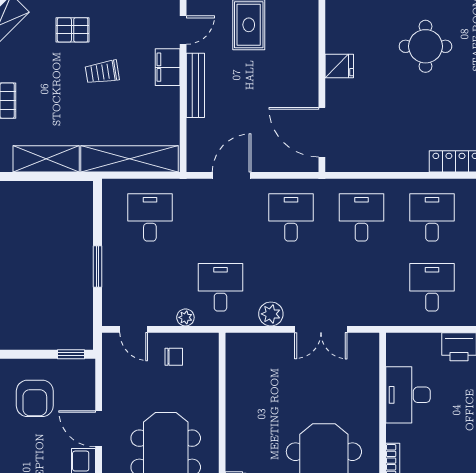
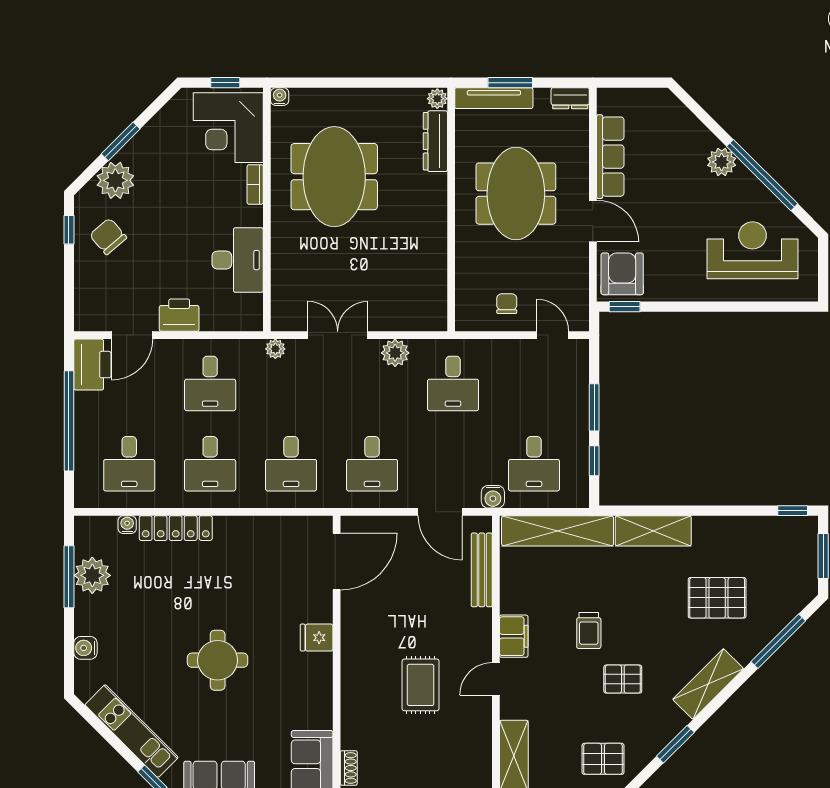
trolley: (102, 72) -> (589, 631), turned 99
bench: (195, 85) -> (482, 570), moved
door: (322, 132) -> (337, 561), hinge flipped
door: (232, 175) -> (440, 512), hinge flipped
water cooler: (186, 189) -> (493, 497), added
window: (98, 220) -> (594, 461), added
plant: (185, 317) -> (275, 349), moved
chair: (174, 357) -> (507, 304), turned 90
armchair: (35, 398) -> (622, 274), moved

